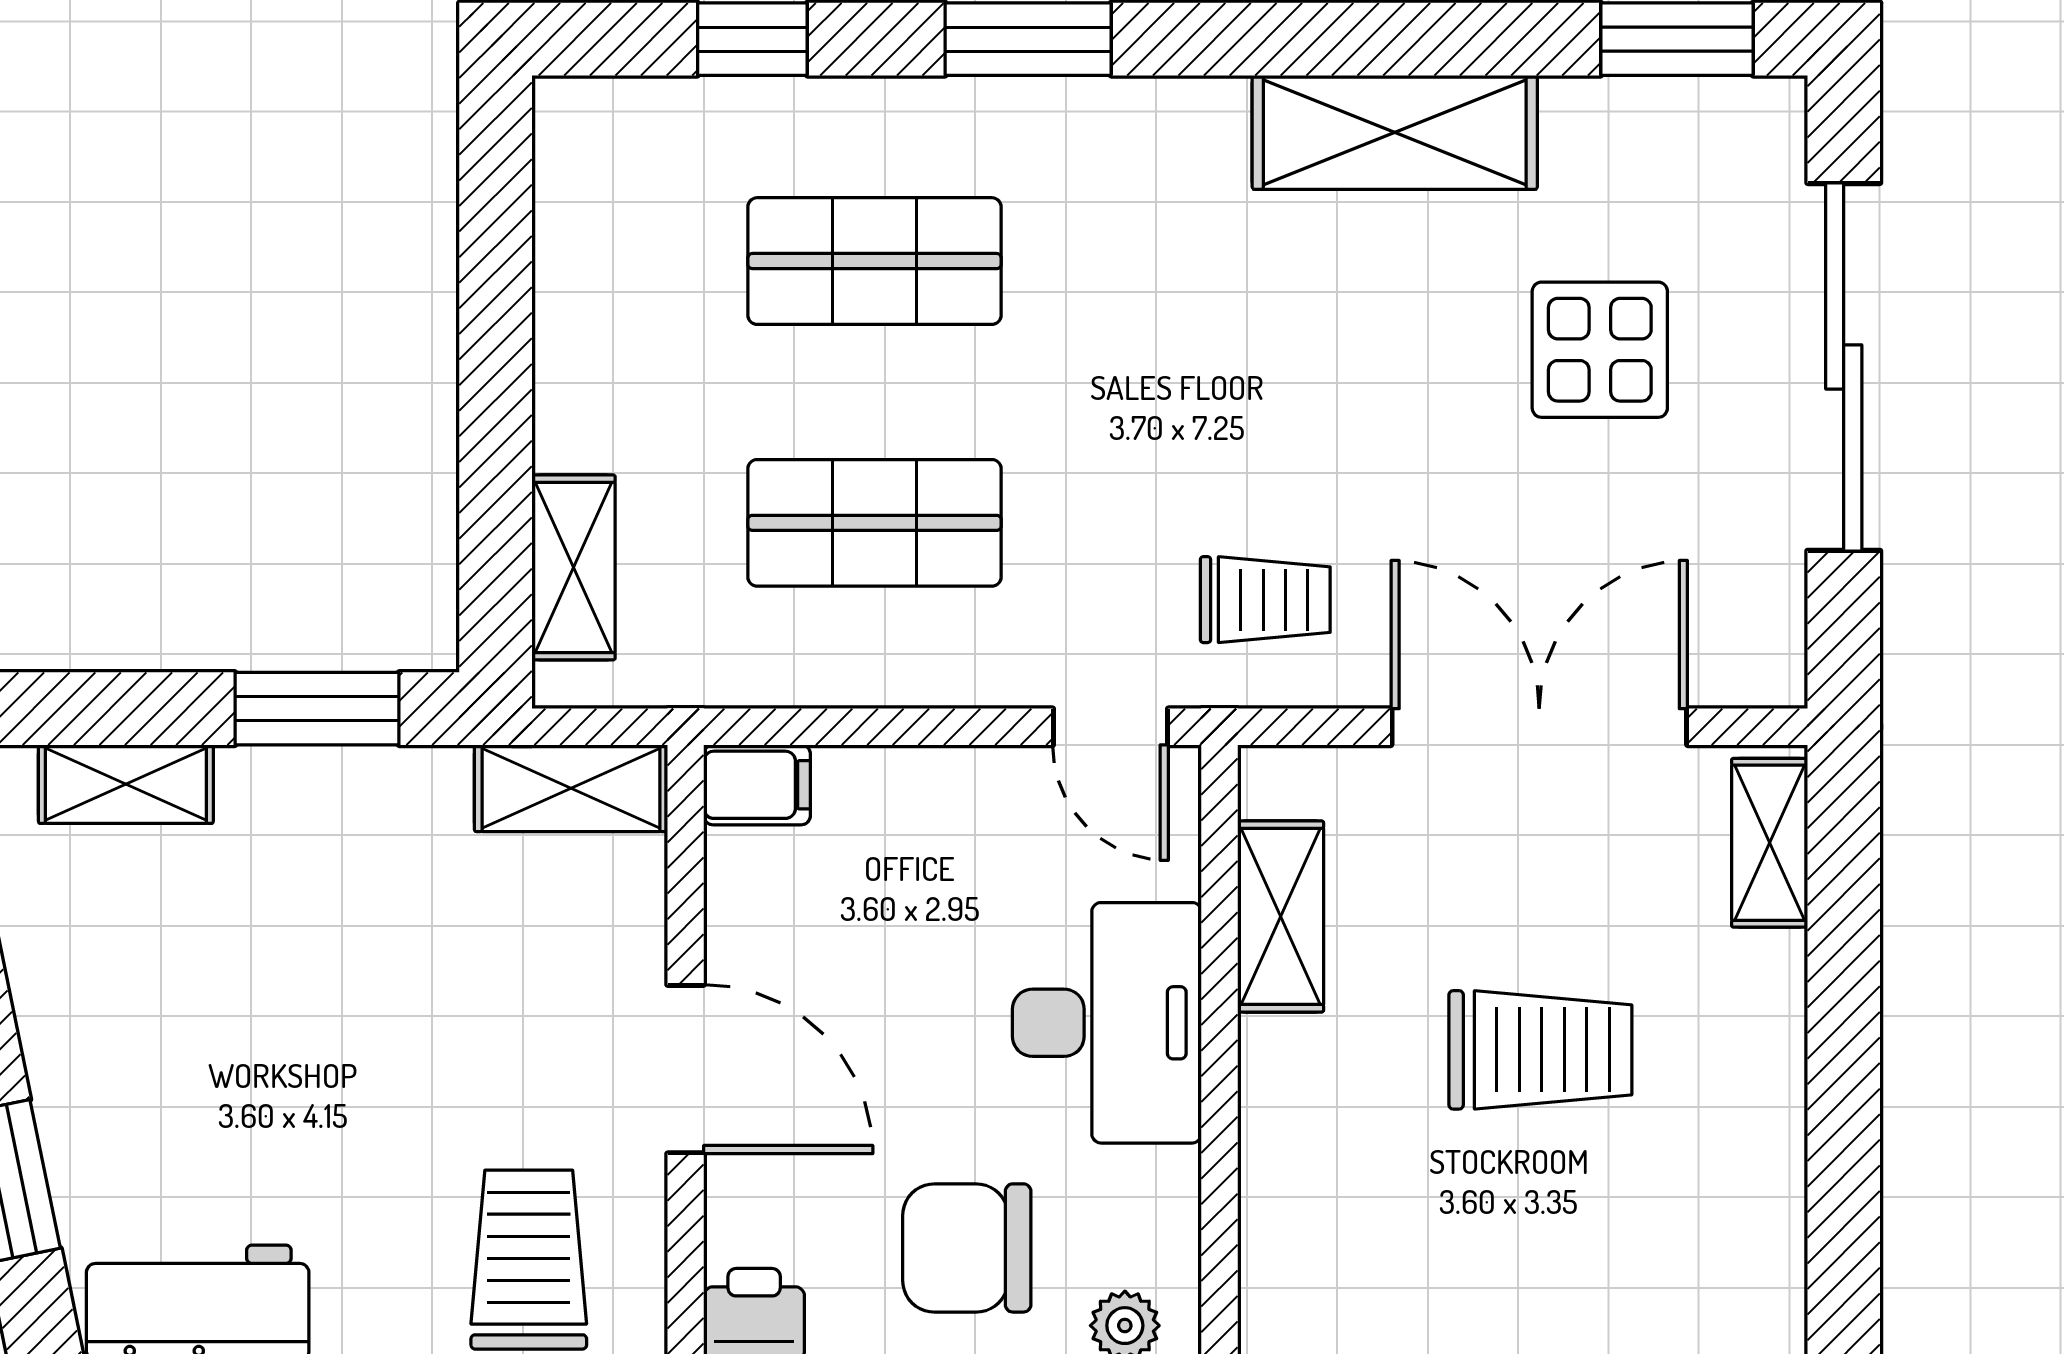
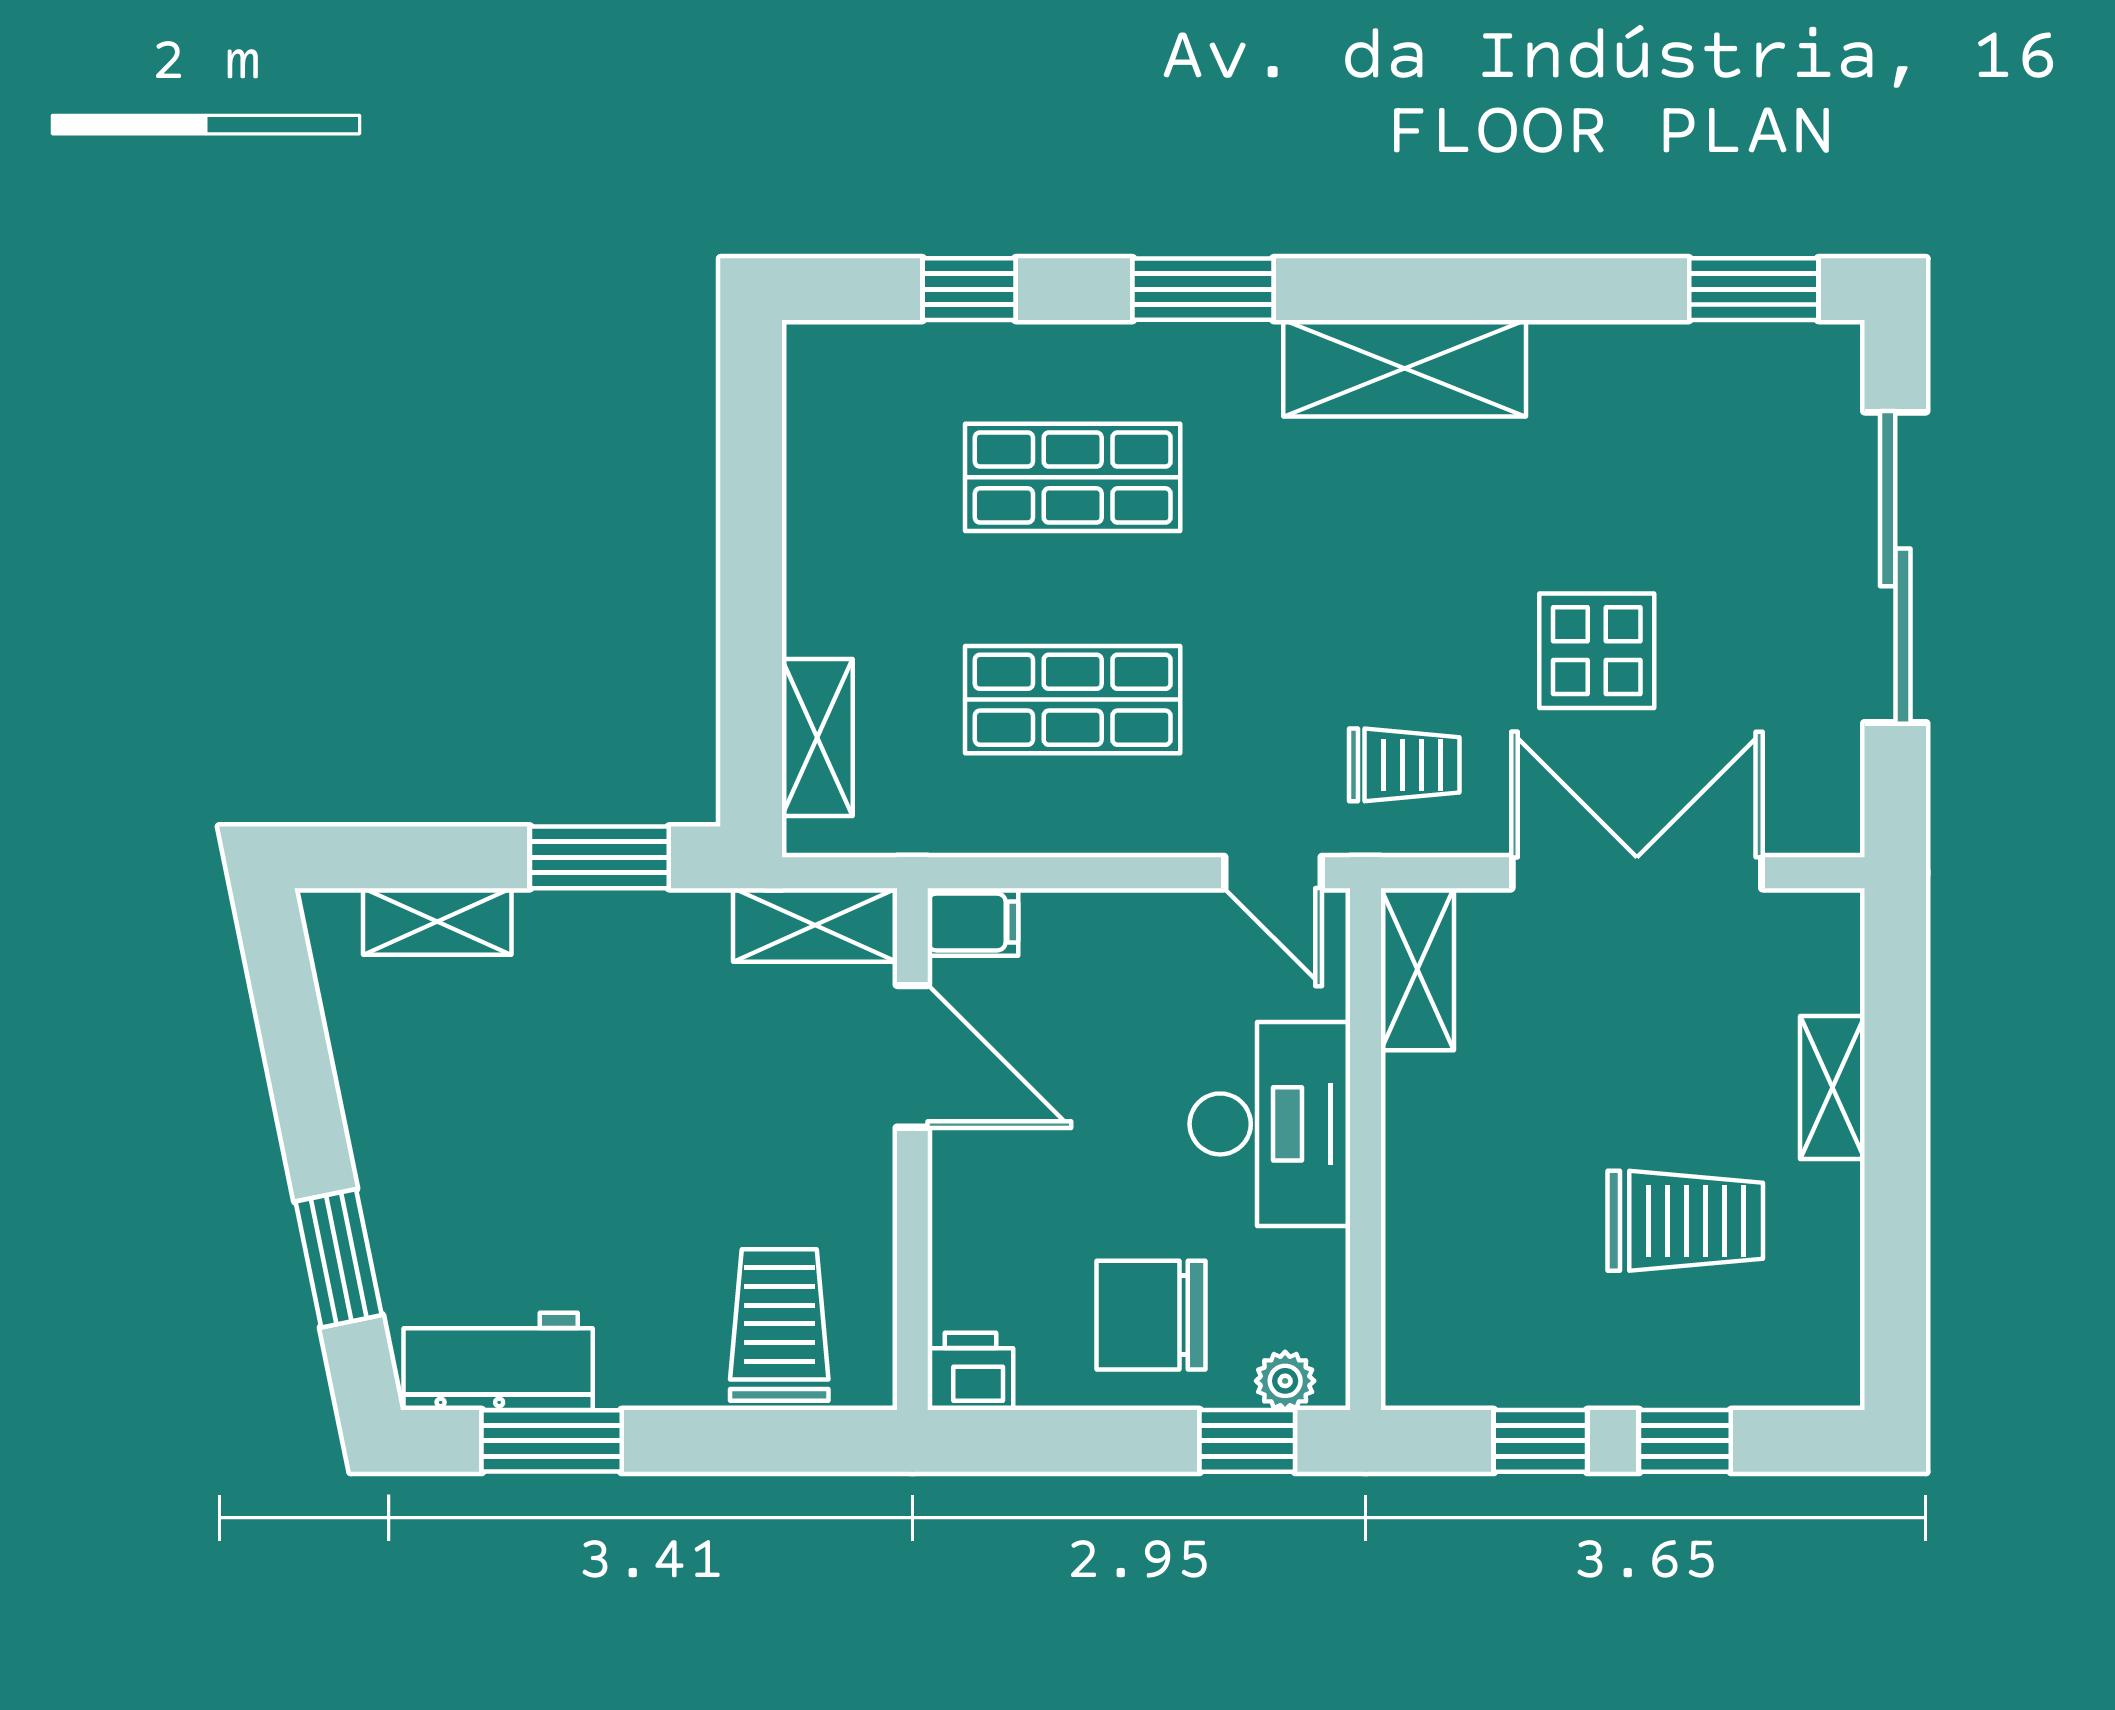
shelving: (1395, 132) -> (1405, 368), moved
display table: (1600, 350) -> (1597, 651), moved
shelving: (1770, 843) -> (1832, 1088), moved
shelving: (1281, 916) -> (1417, 969), moved
trolley: (1540, 1050) -> (1685, 1221), moved
door: (686, 1069) -> (912, 1056), moved

